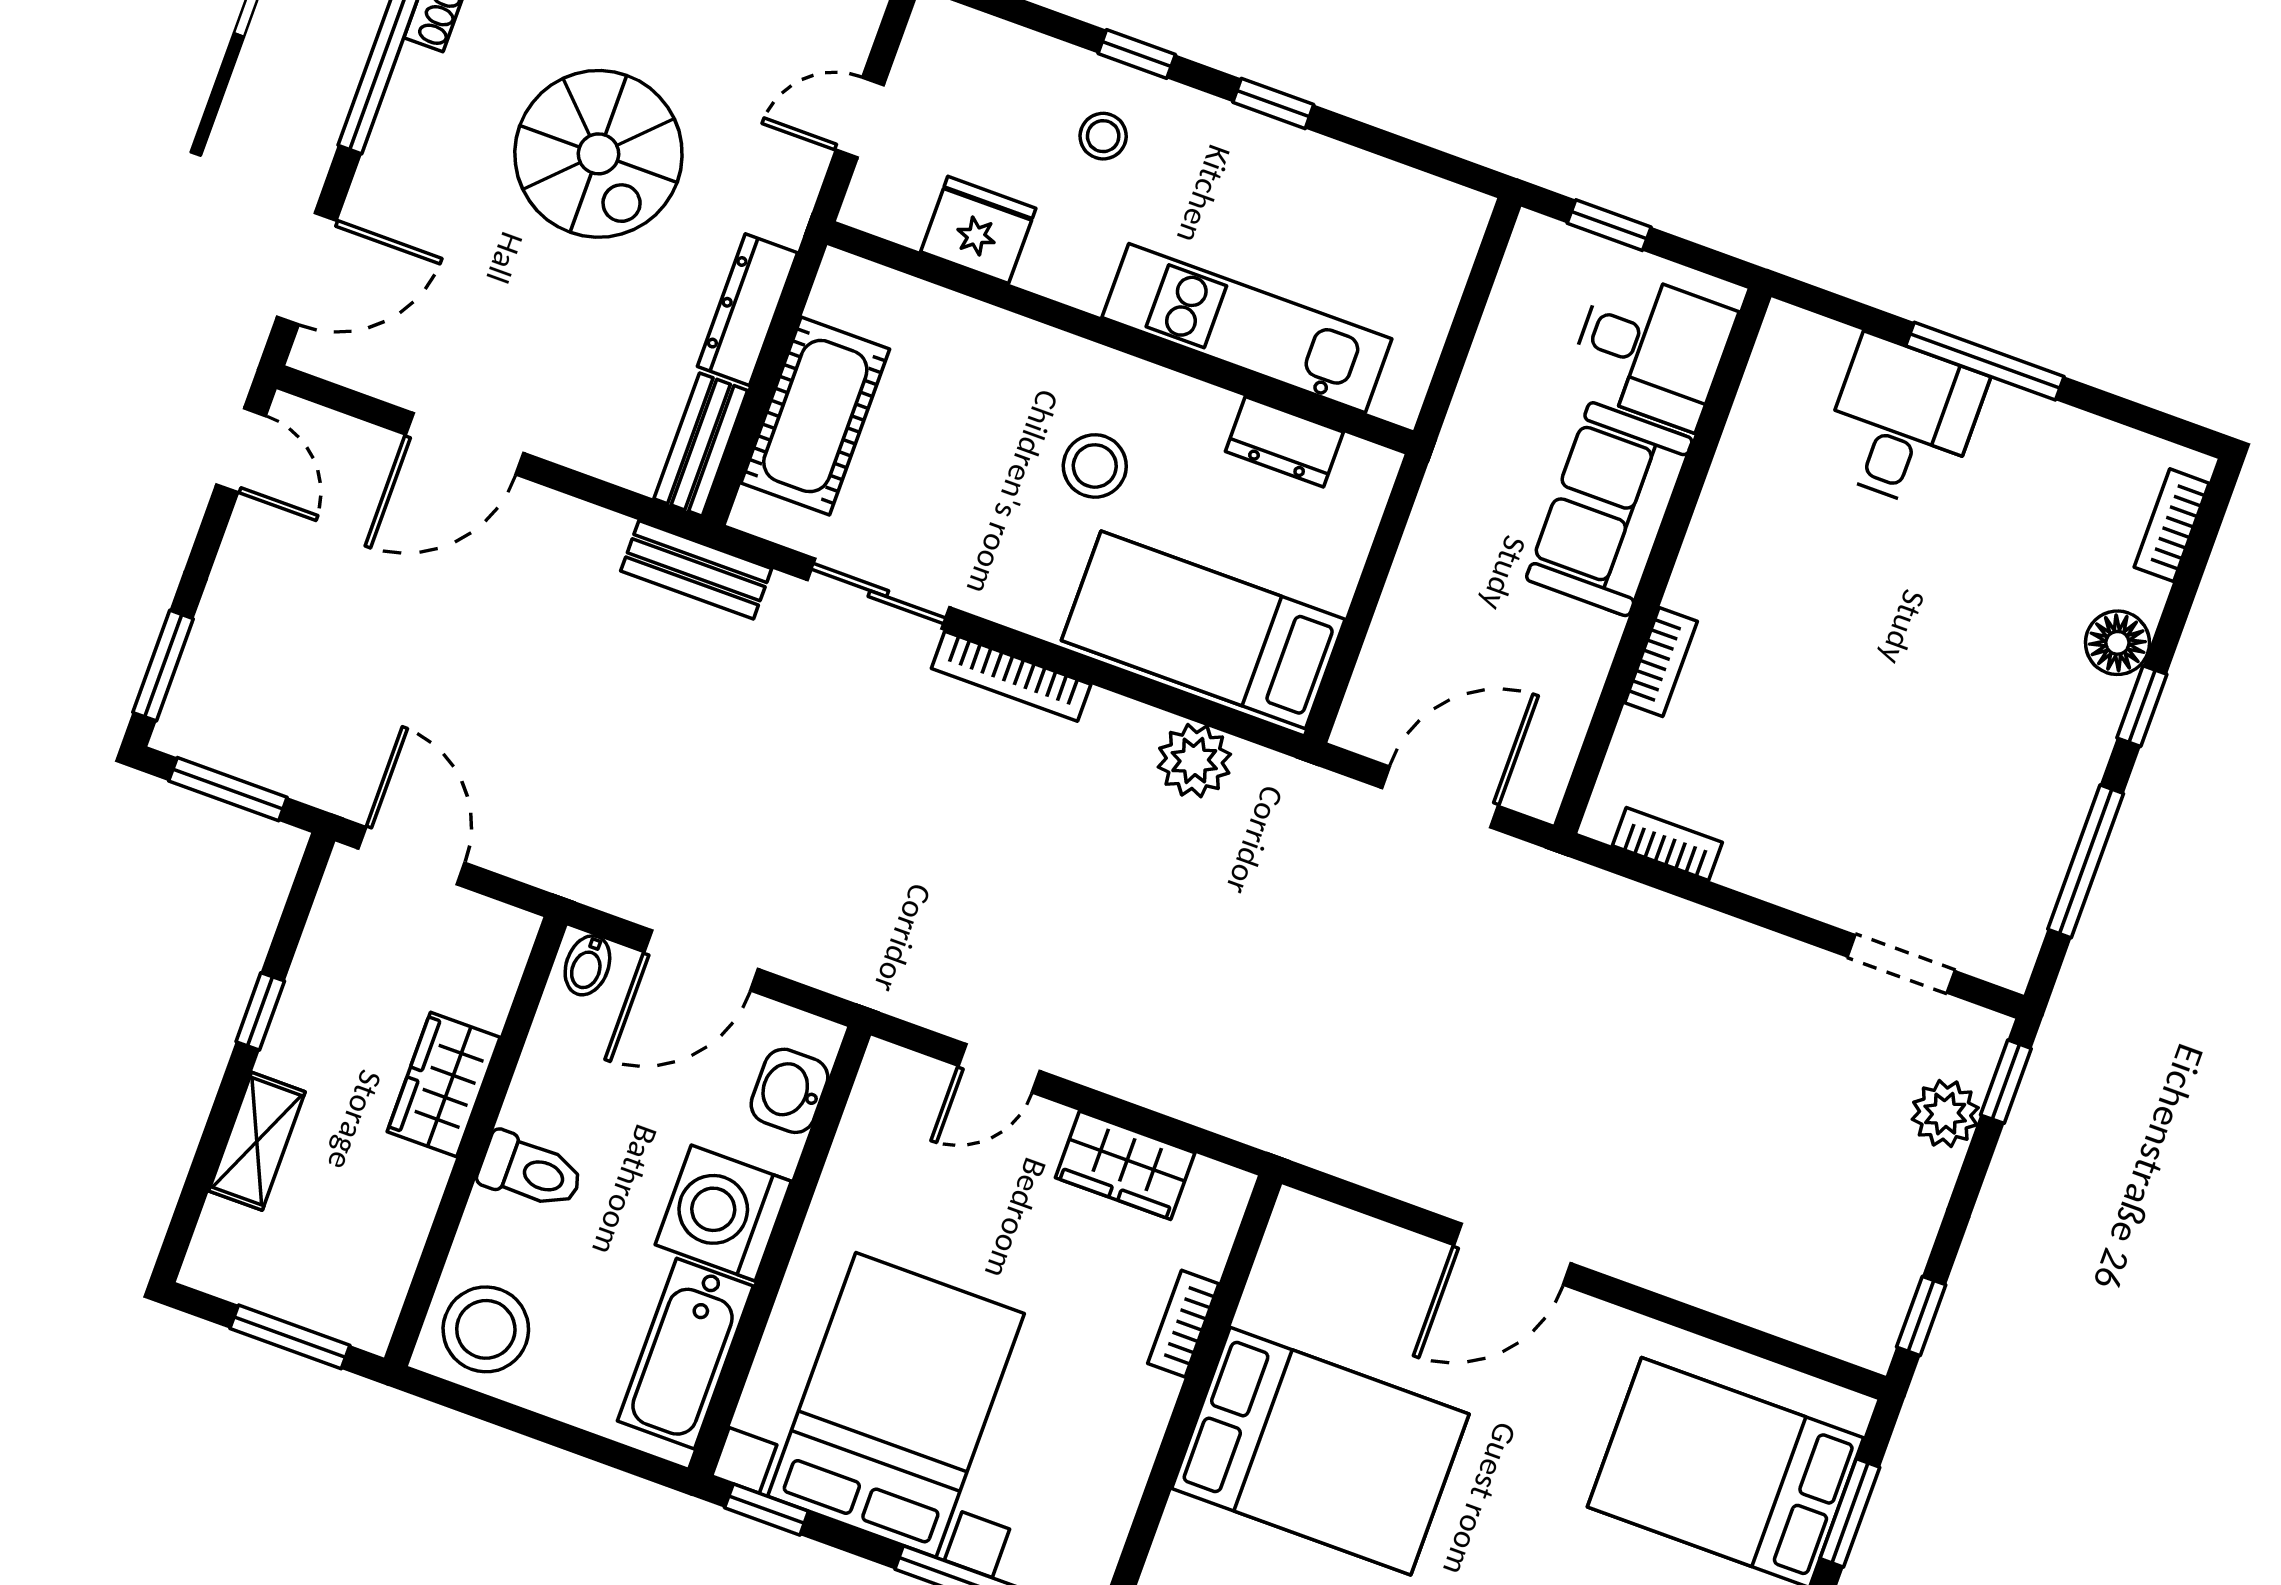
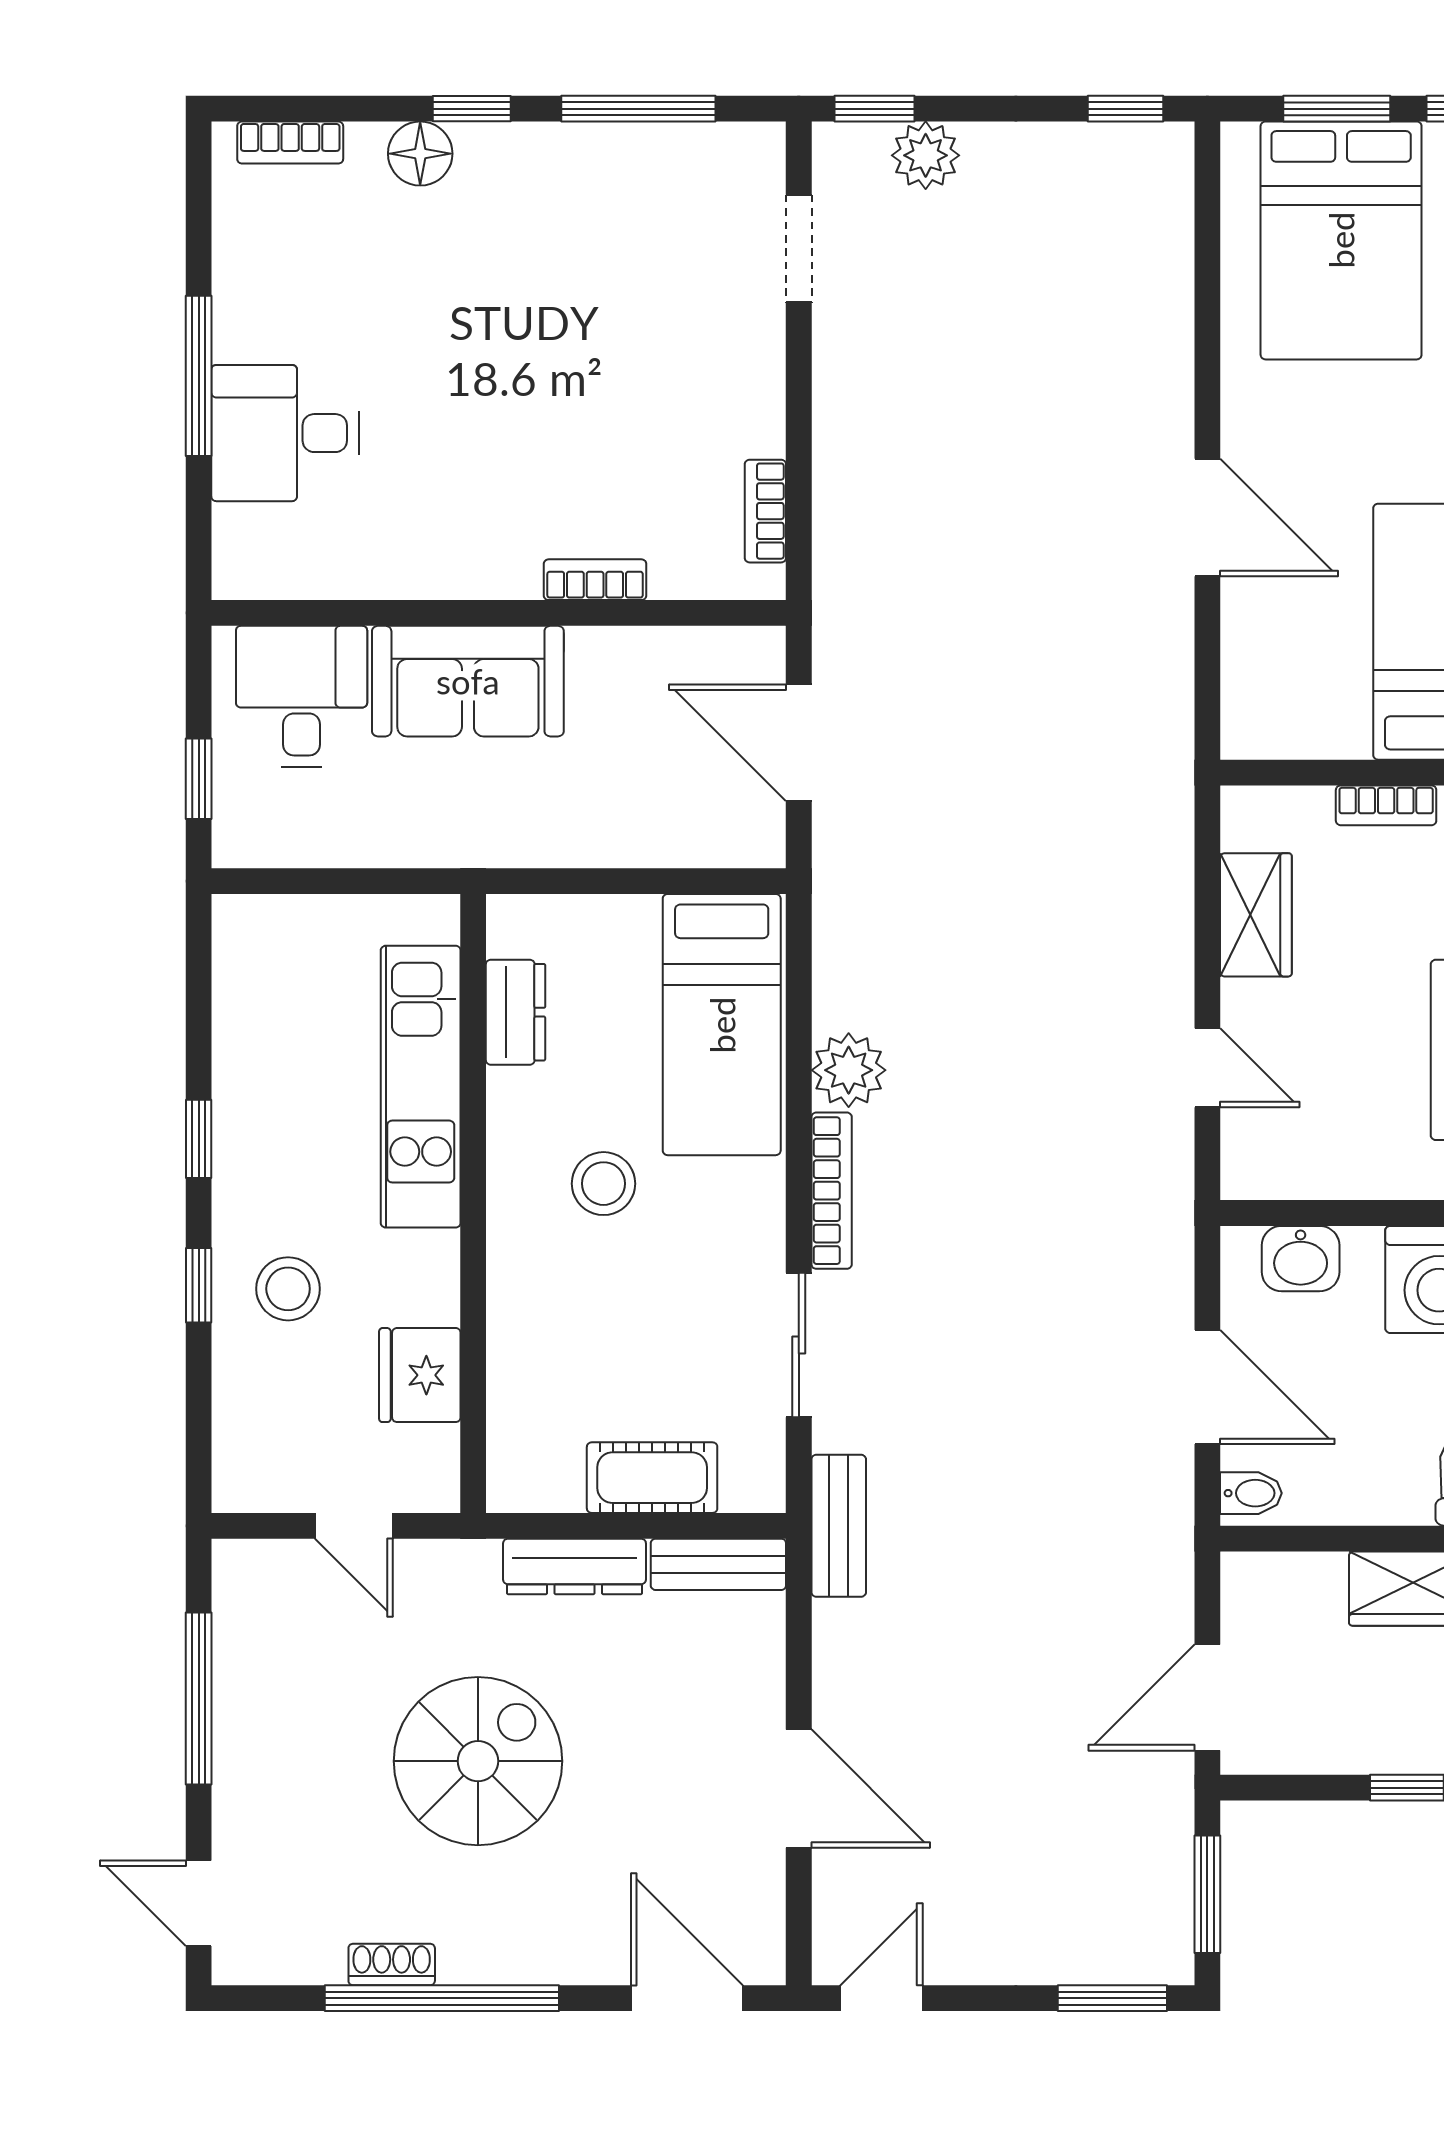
stool: (1103, 136) -> (288, 1289), width x1.37, depth x1.37
cot: (815, 416) -> (652, 1478), width x0.73, depth x0.75
plant: (1194, 761) -> (849, 1070), moved

